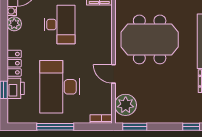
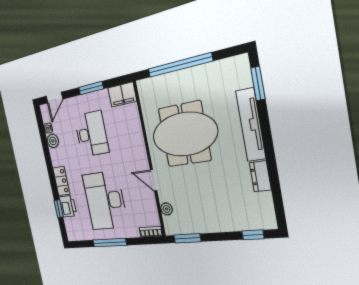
plant: (126, 105) -> (167, 209), width x0.53, depth x0.53

